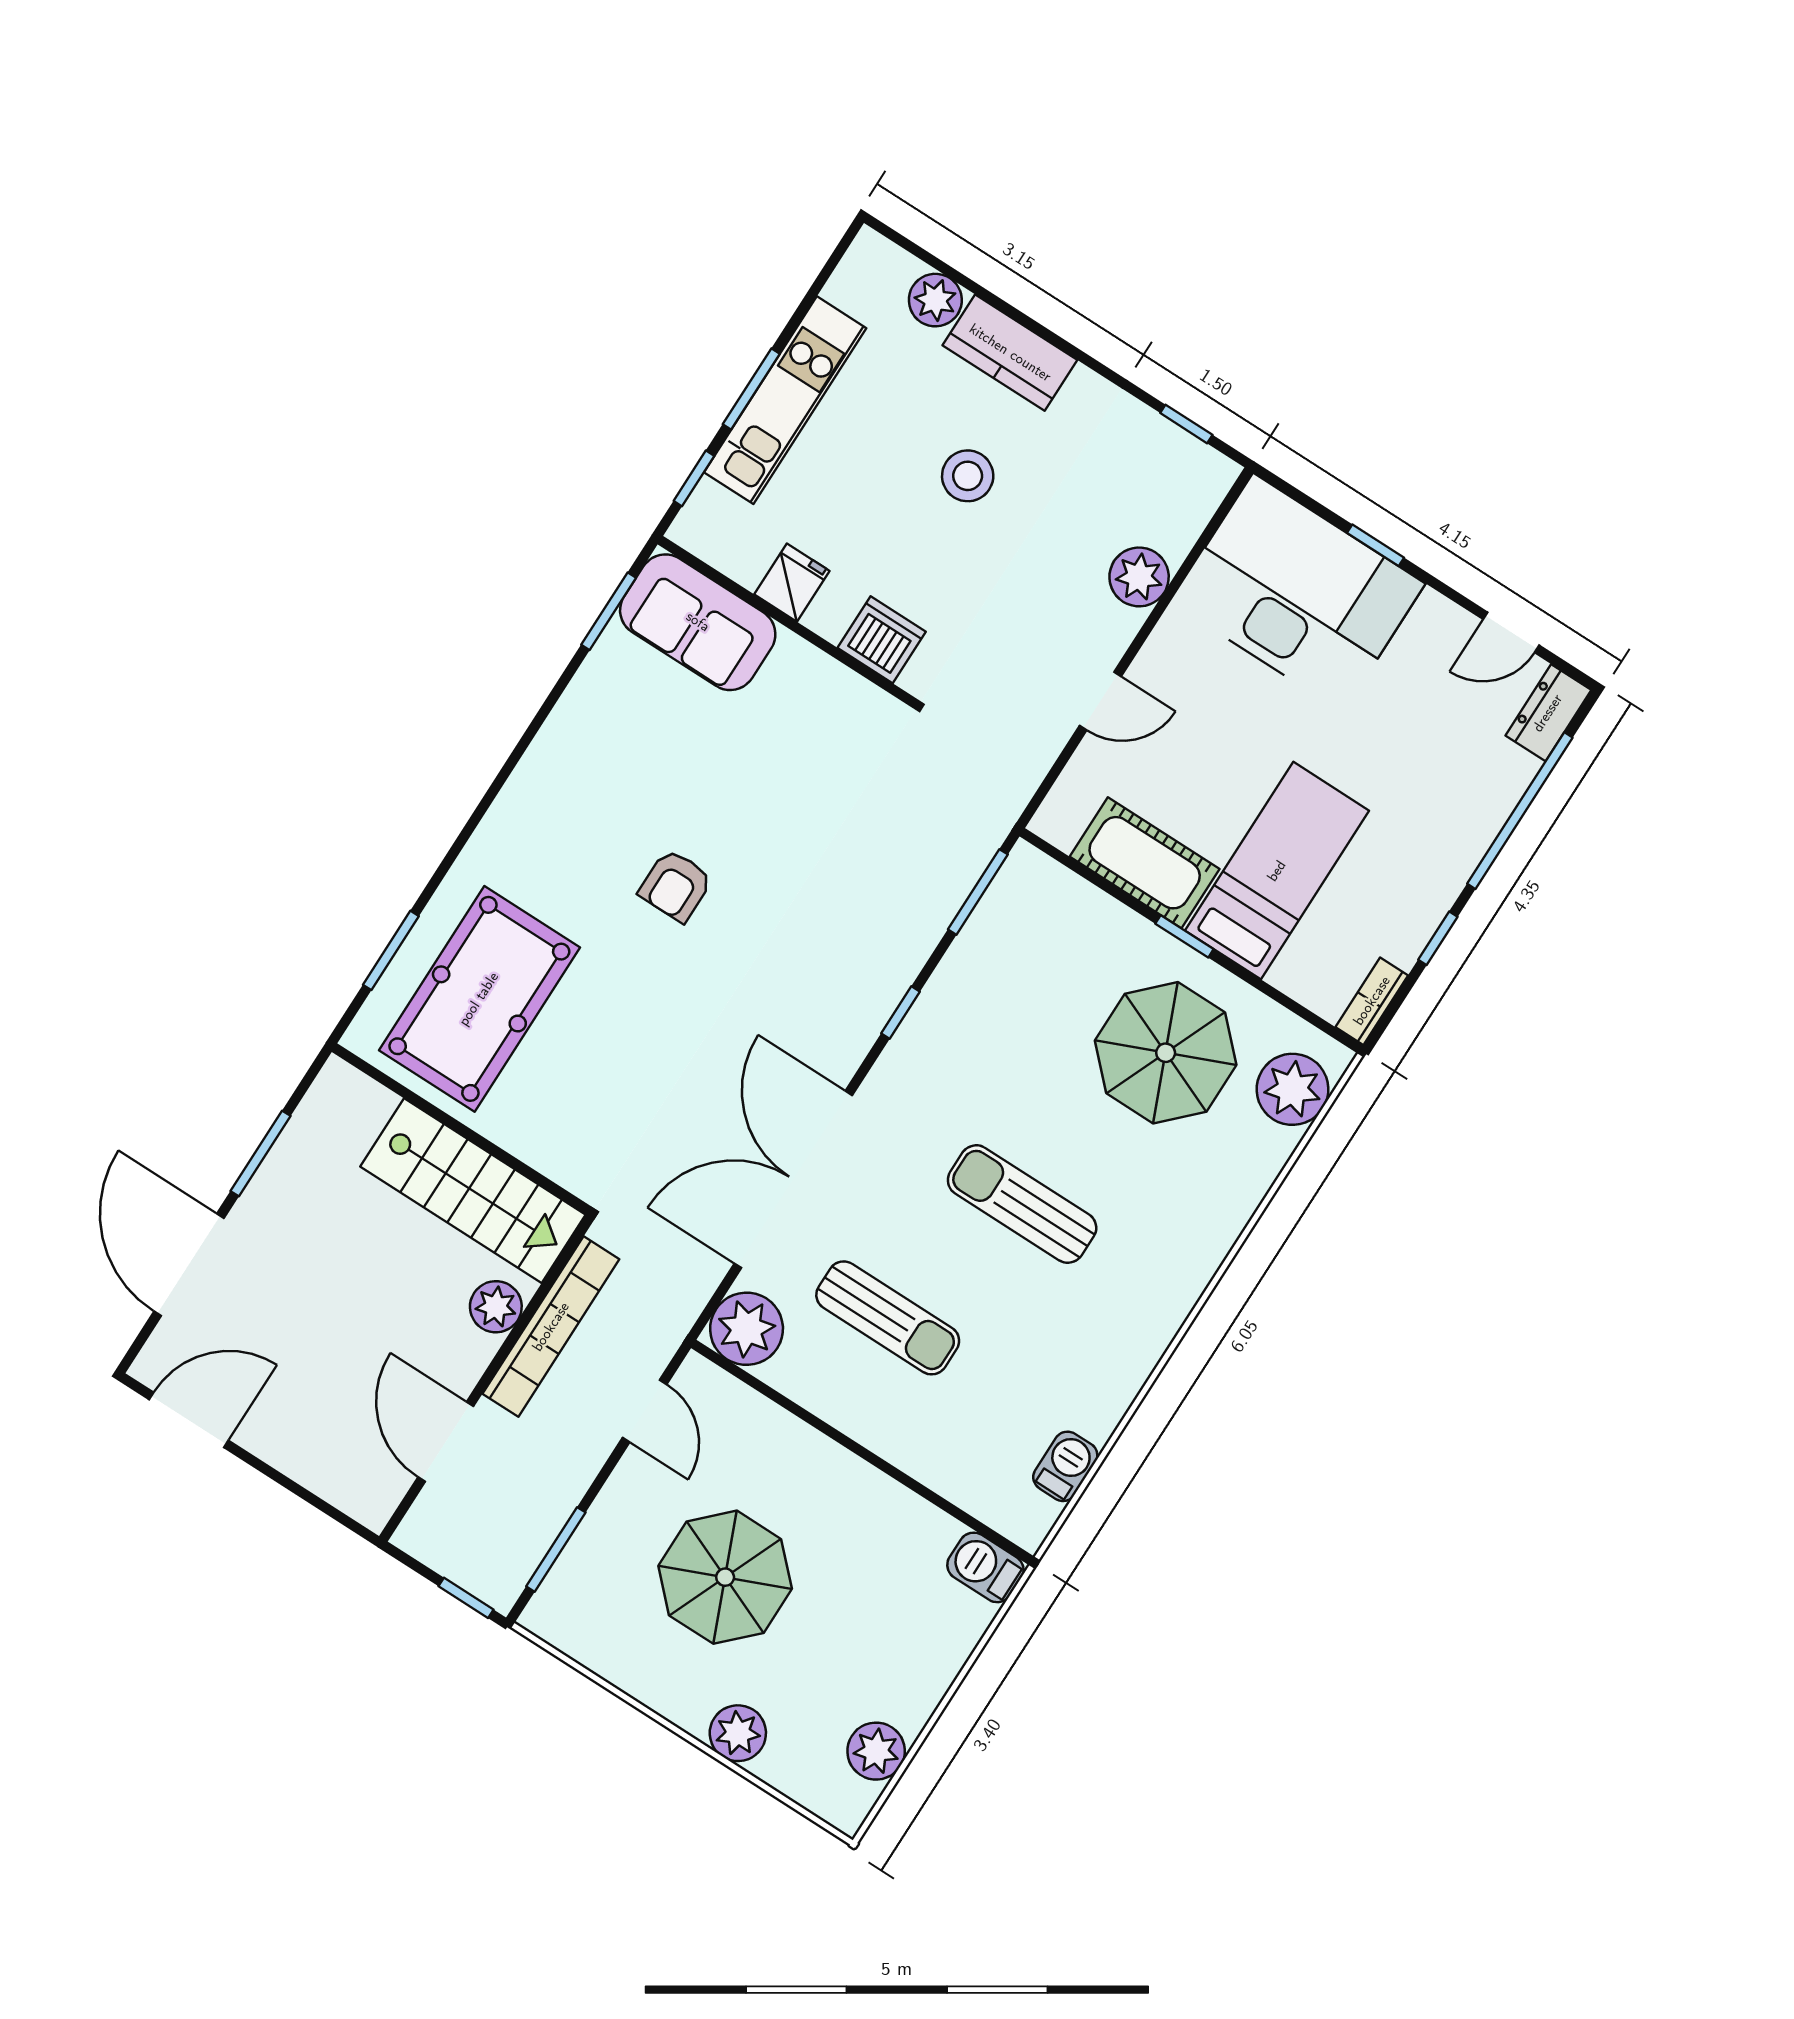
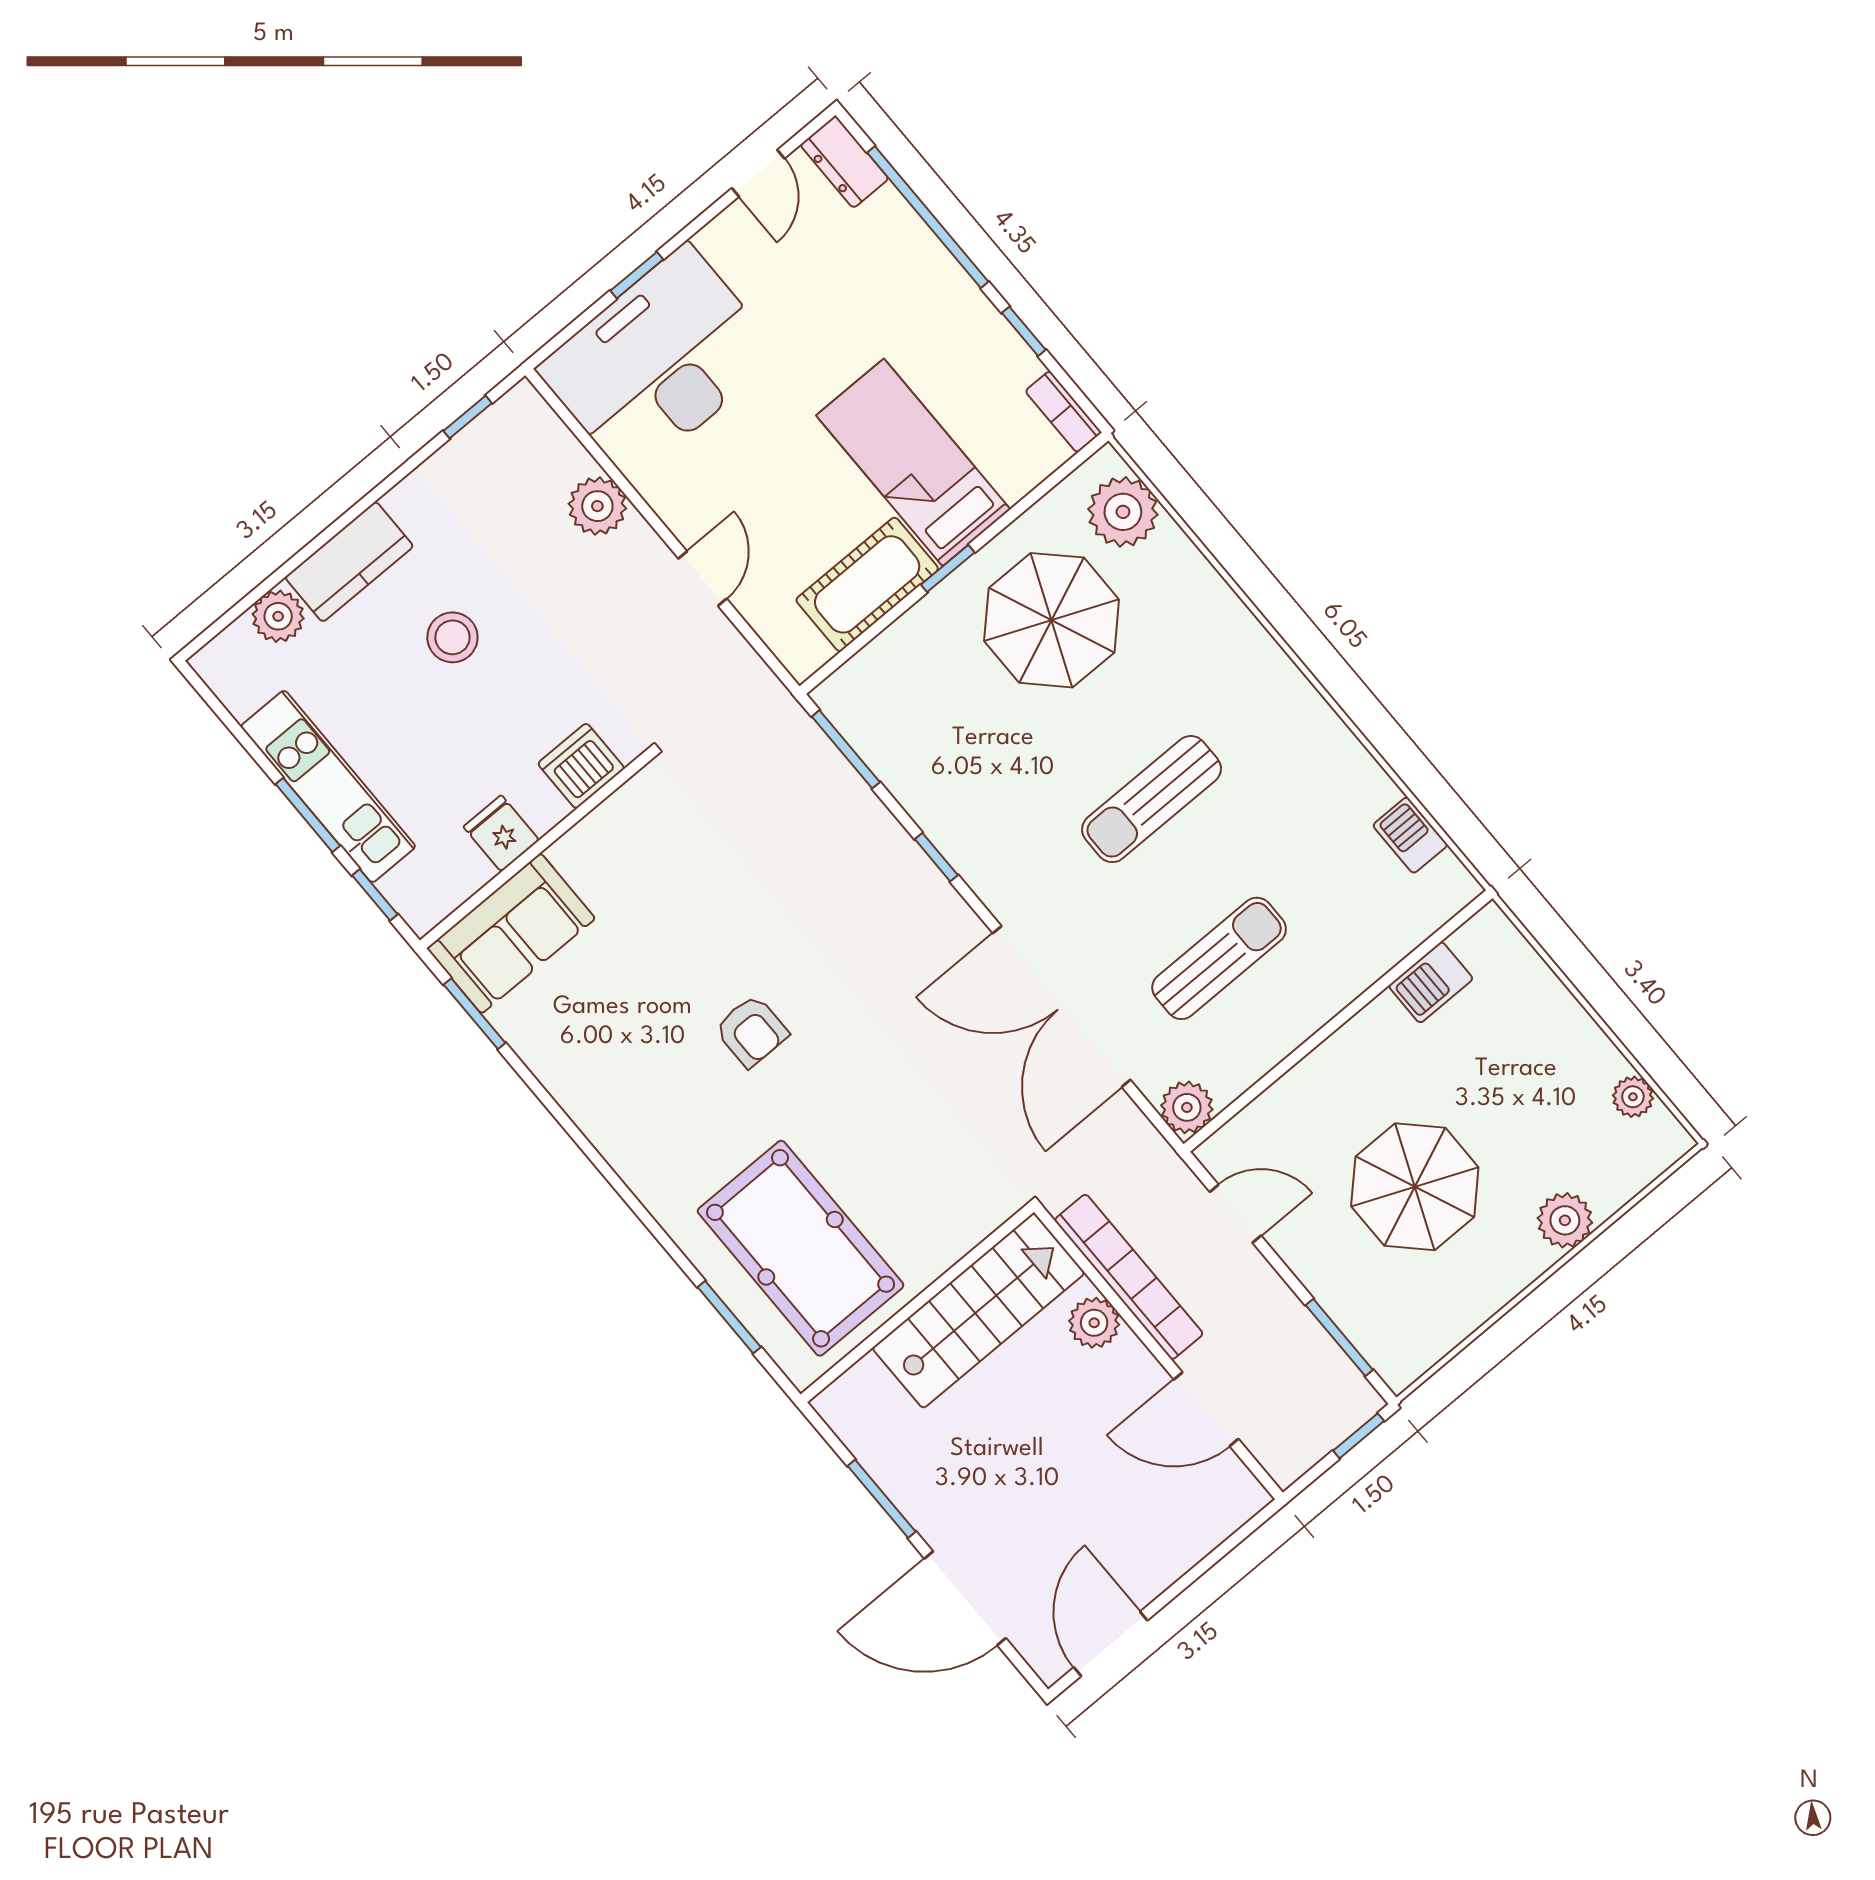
plant: (747, 1329) -> (1187, 1107), width x0.73, depth x0.73
barbecue: (985, 1567) -> (1431, 982), moved
plant: (876, 1751) -> (1633, 1097), width x0.73, depth x0.73

